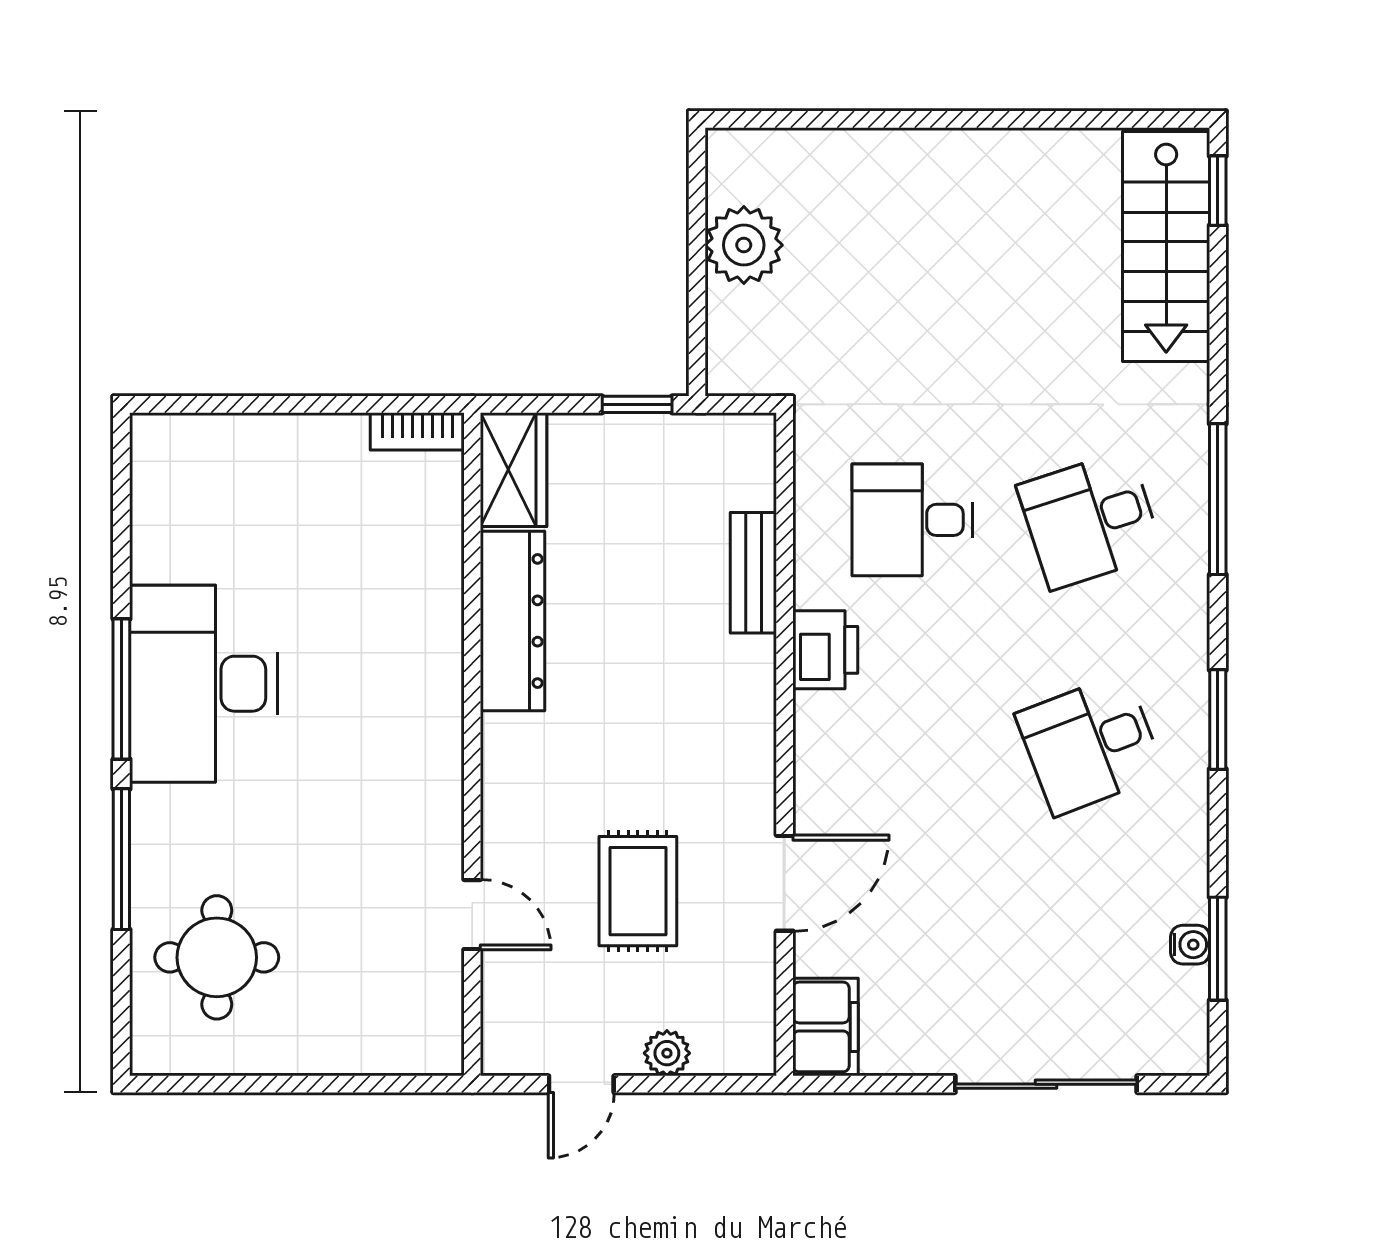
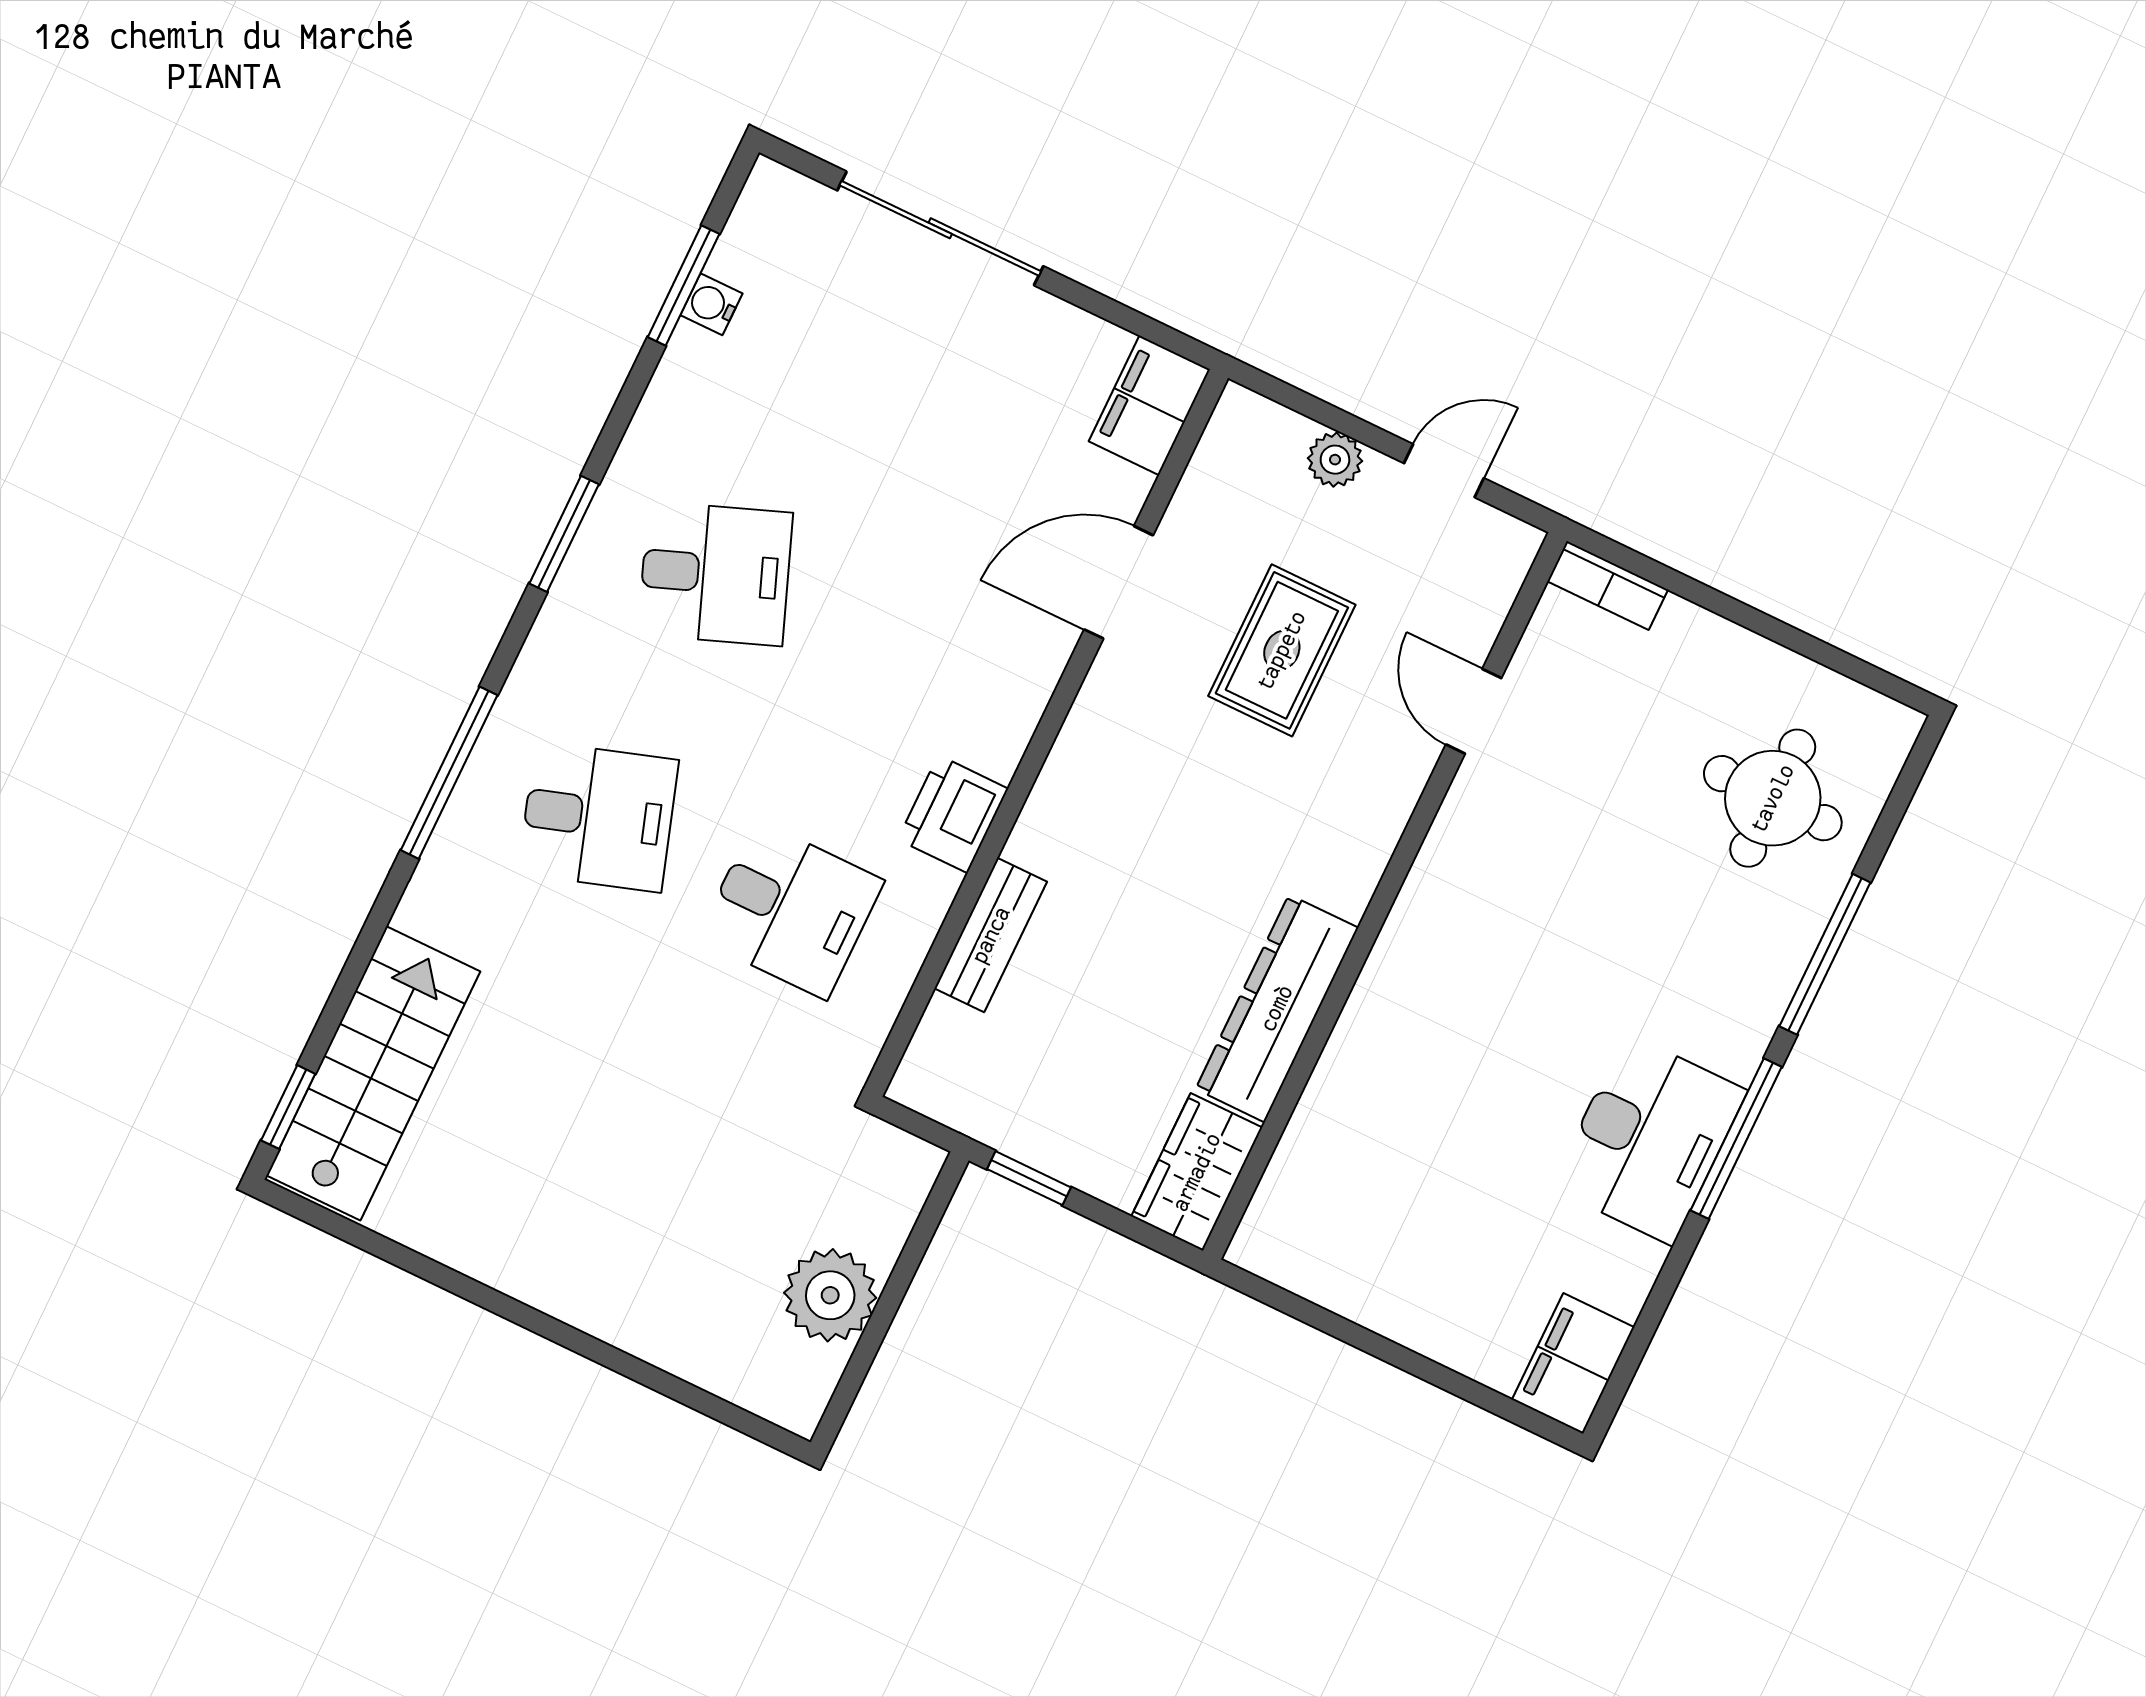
bookcase: (417, 431) -> (1608, 585), moved, turned 180
filing cabinet: (162, 462) -> (1573, 1363), added
desk: (203, 684) -> (1649, 1139), width x0.73, depth x0.77

